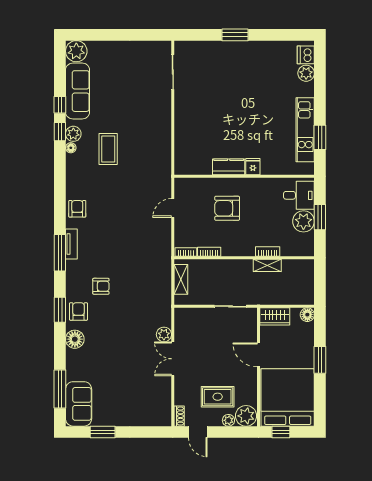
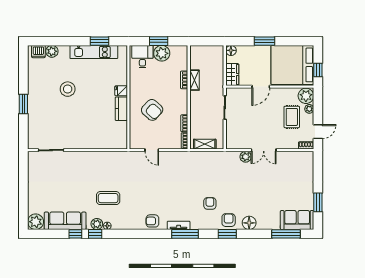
stool: (255, 94) -> (68, 89), added
armchair: (227, 208) -> (152, 110), turned -47
armchair: (78, 311) -> (229, 220), turned 90

